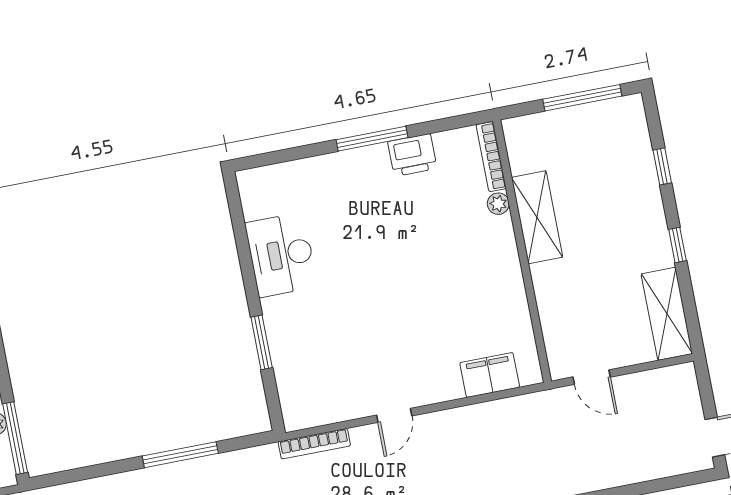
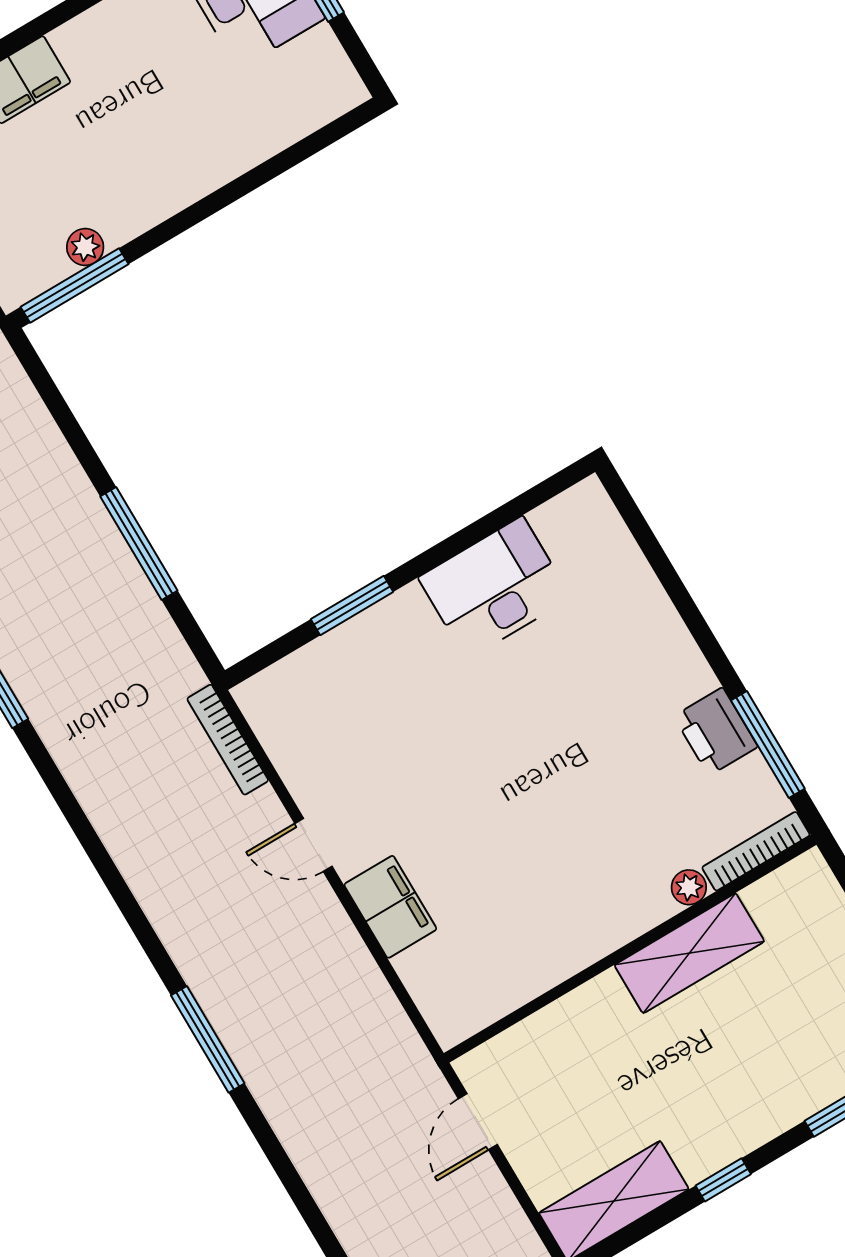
window: (372, 139) -> (768, 745), moved
filing cabinet: (490, 375) -> (390, 907), moved

